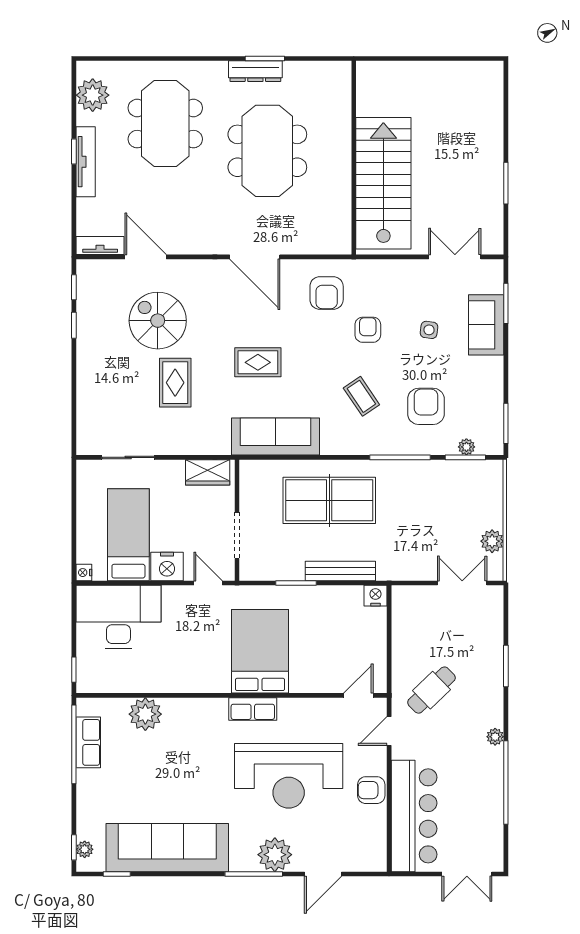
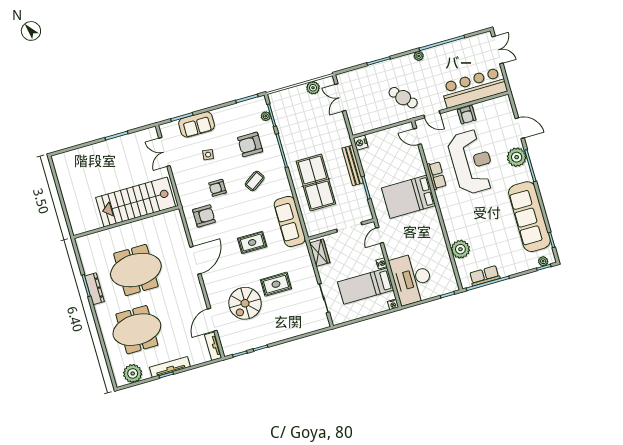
rug: (258, 362) -> (252, 242), turned 90
nightstand: (167, 566) -> (382, 263), width x0.53, depth x0.56
row of seats: (253, 709) -> (436, 175), moved

